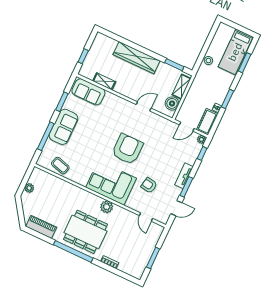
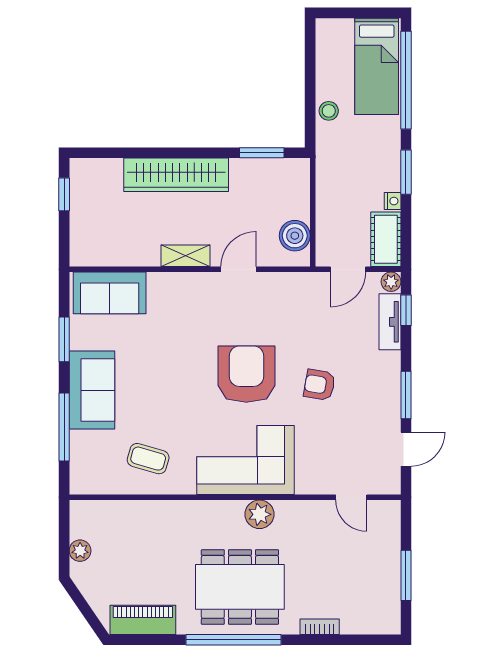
window: (83, 56) -> (64, 194), moved
window: (245, 63) -> (406, 80), width x2.11
shelving: (104, 81) -> (185, 256), moved
shelving: (181, 87) -> (298, 191), removed
coffee table: (60, 166) -> (148, 459), moved
tv unit: (184, 176) -> (390, 322), moved
armchair: (149, 185) -> (319, 385), moved

